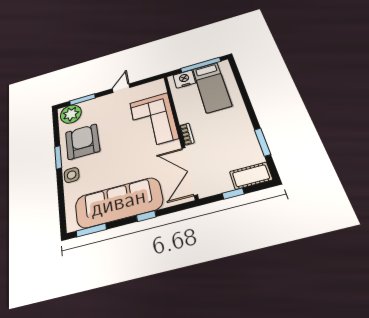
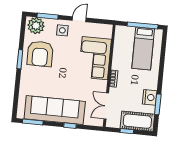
nightstand: (184, 79) -> (150, 97), moved, turned 90
armchair: (83, 142) -> (40, 54), turned 180
double door: (189, 171) -> (106, 106), width x0.73
side table: (72, 175) -> (62, 30), moved
cot: (251, 176) -> (137, 121), width x1.37, depth x1.34

